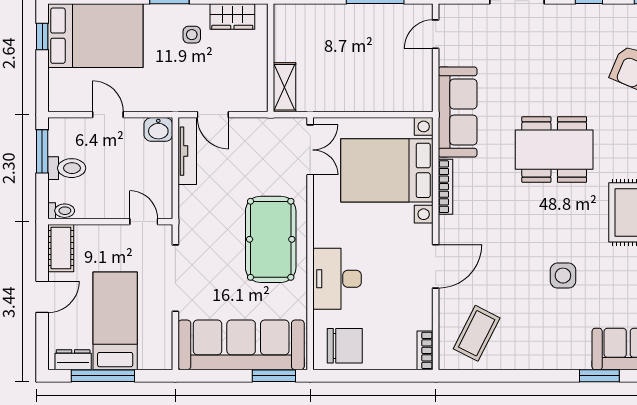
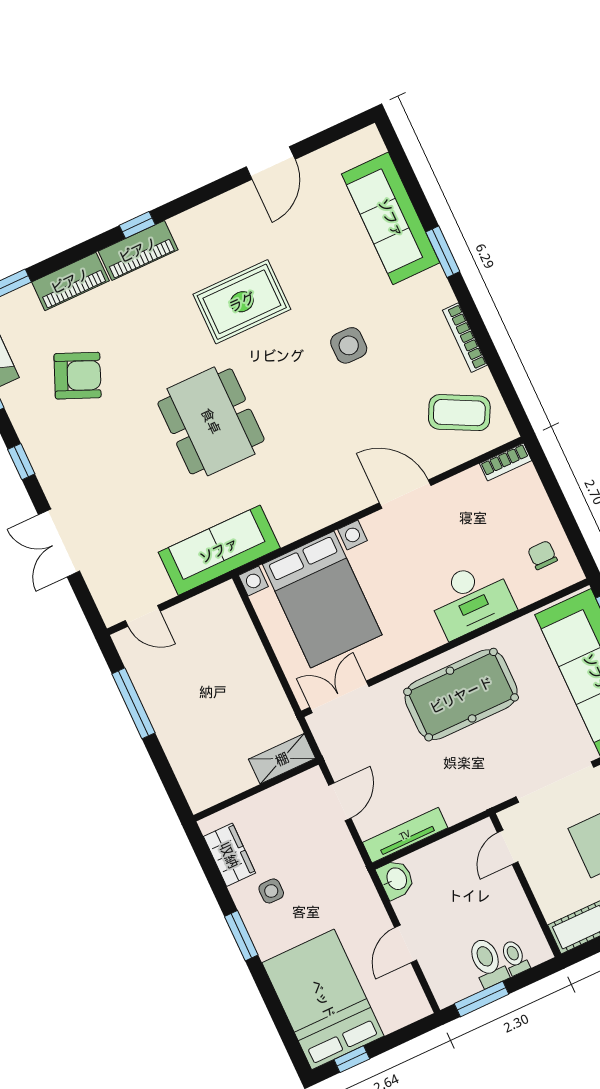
door: (213, 115) -> (340, 802), moved
bookcase: (445, 187) -> (465, 338), moved, turned -90
toilet: (61, 211) -> (515, 957), moved
chair: (345, 346) -> (542, 555), width x0.54, depth x0.54

